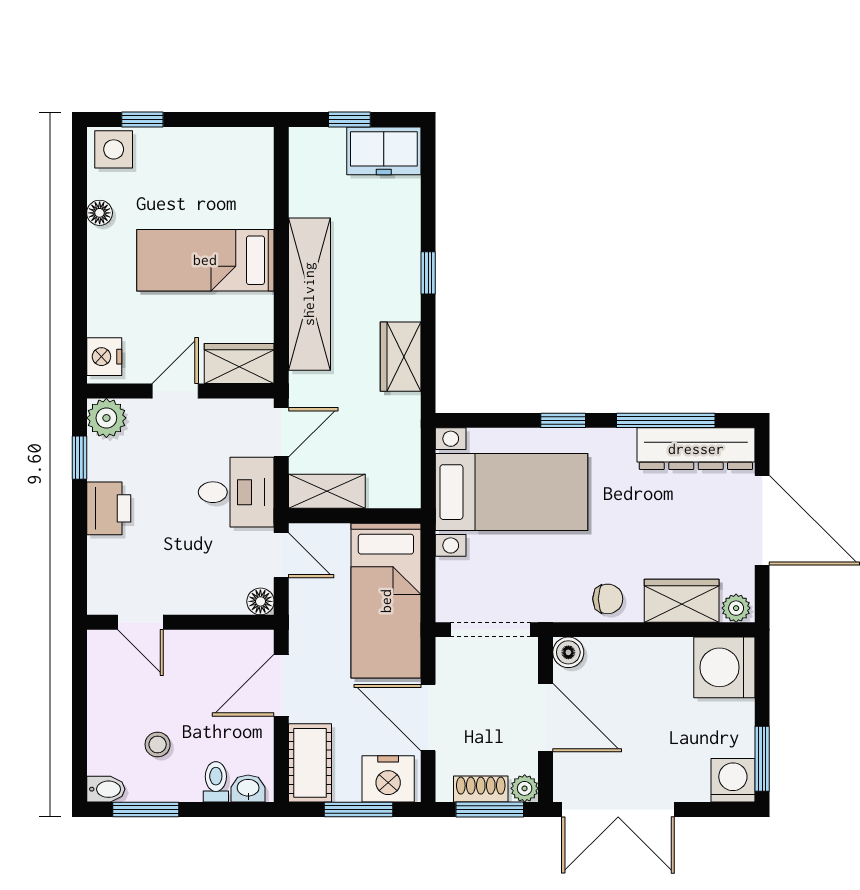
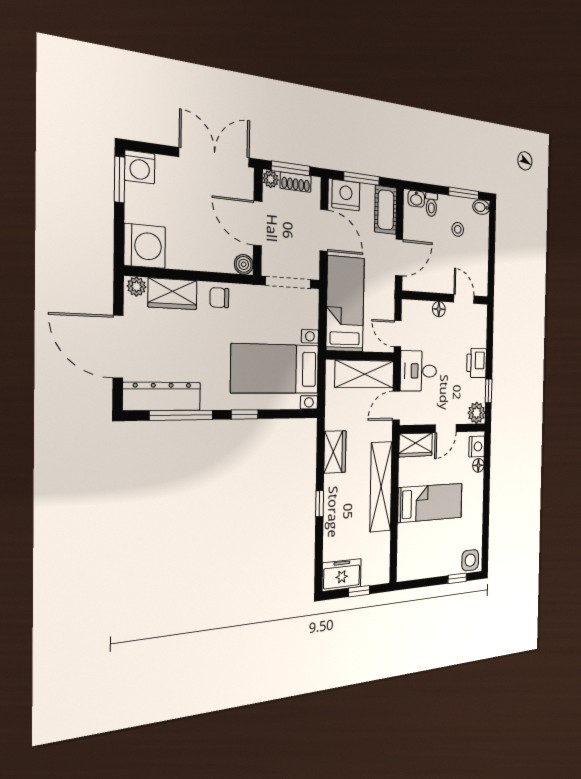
floor lamp: (100, 213) -> (478, 465), moved
shelving: (327, 491) -> (365, 374), width x1.50, depth x1.33
floor lamp: (260, 601) -> (439, 309), moved

